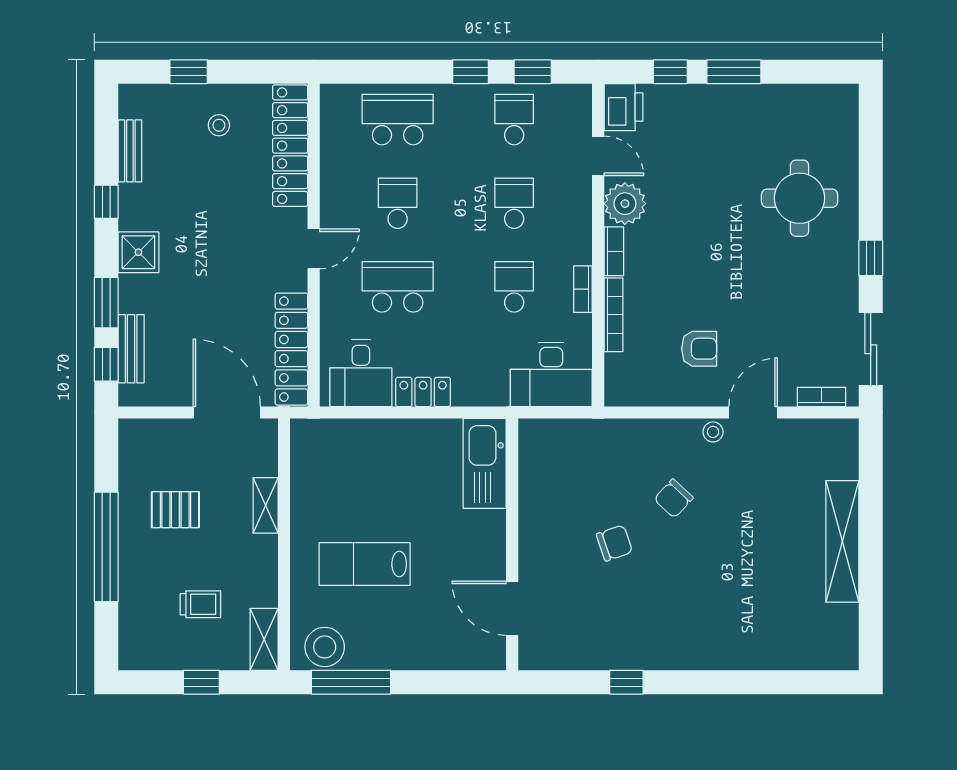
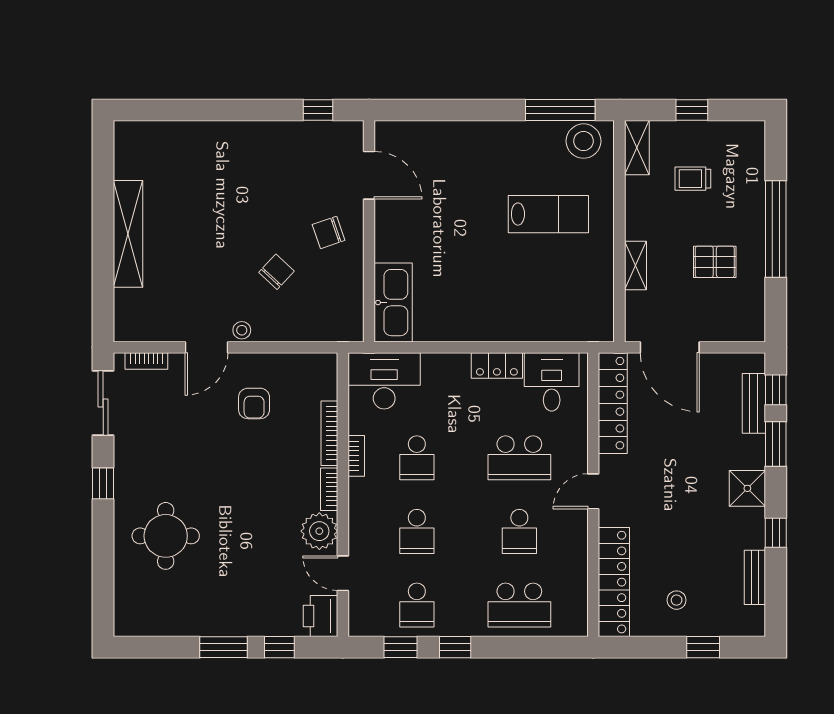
armchair: (699, 349) -> (254, 403), turned -90
kitchen sink: (485, 463) -> (393, 303), moved
wall: (512, 544) -> (369, 231), moved
door: (512, 608) -> (369, 175), moved

